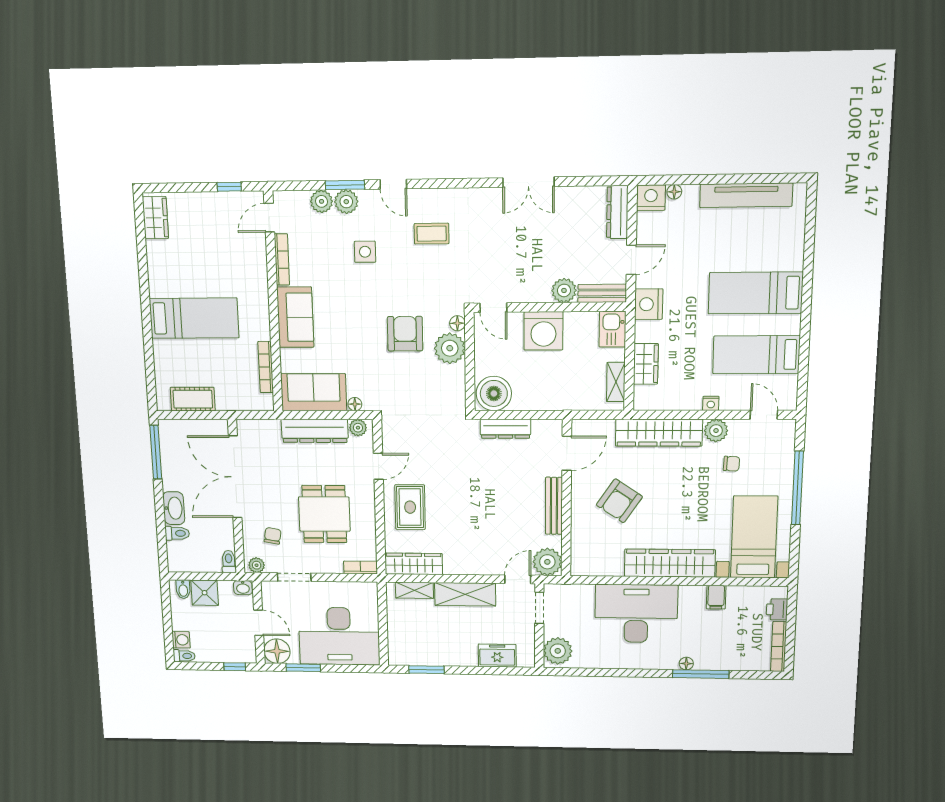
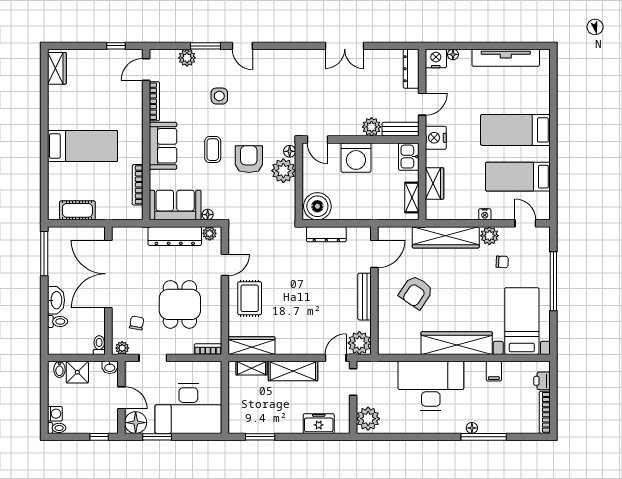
plant: (346, 202) -> (206, 58), removed
coffee table: (432, 234) -> (213, 150), moved, turned 90

